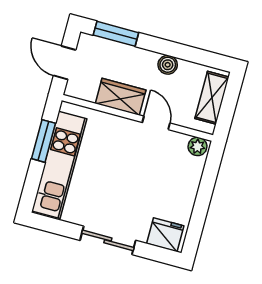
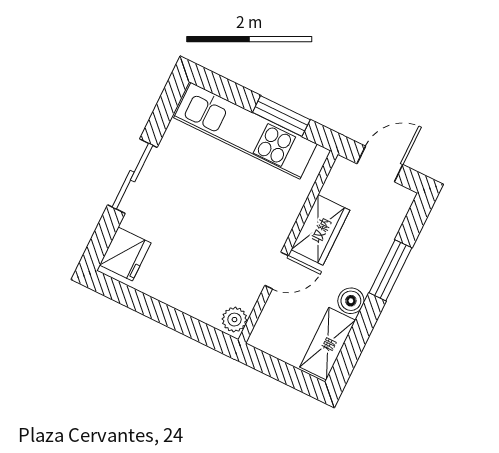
window: (116, 34) -> (390, 270), moved
shelving: (212, 98) -> (328, 344), moved, turned 90

